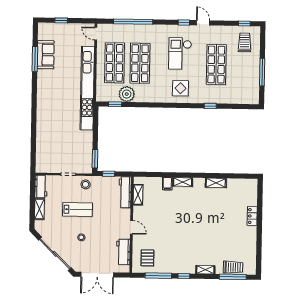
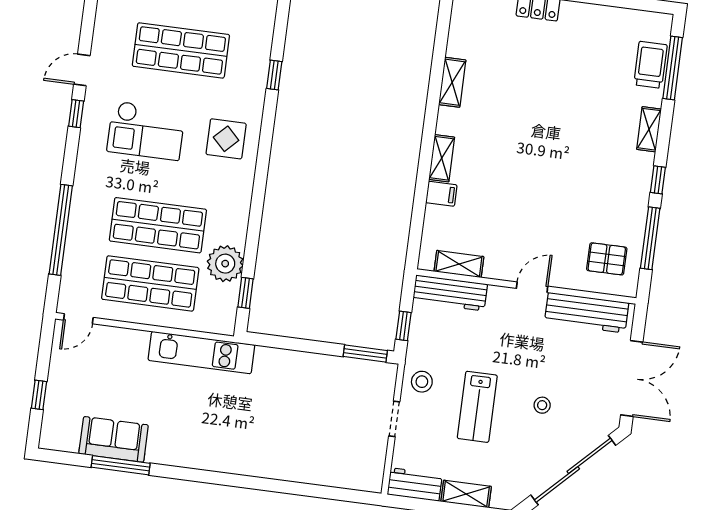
kitchen unit: (87, 88) -> (201, 353), width x0.54
lab bench: (77, 209) -> (477, 407), turned 180
workbench: (123, 252) -> (587, 313), width x1.38

